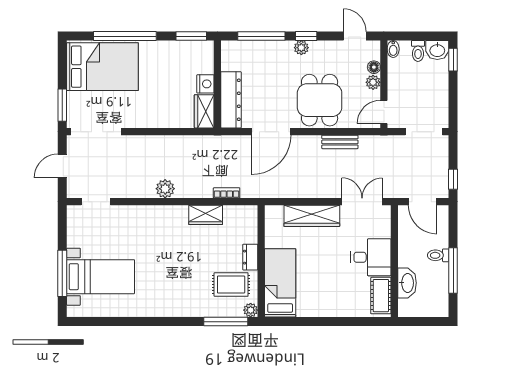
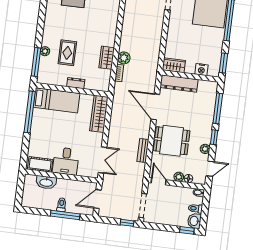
plant: (301, 48) -> (205, 149), moved
nightstand: (205, 84) -> (201, 70), moved
window: (453, 179) -> (127, 223), moved
plant: (165, 189) -> (124, 58), moved
wardrobe: (312, 216) -> (99, 114), moved
window: (453, 270) -> (65, 215), moved
rug: (231, 285) -> (67, 53), moved
plant: (251, 310) -> (45, 51), moved
window: (303, 322) -> (30, 112), added

